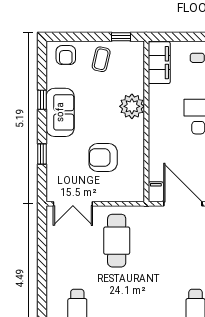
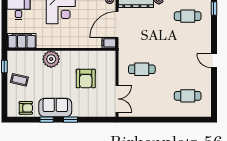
armchair: (66, 55) -> (26, 108), moved
window: (42, 154) -> (70, 120), moved
cafe table: (117, 241) -> (142, 69), width x0.73, depth x0.74

